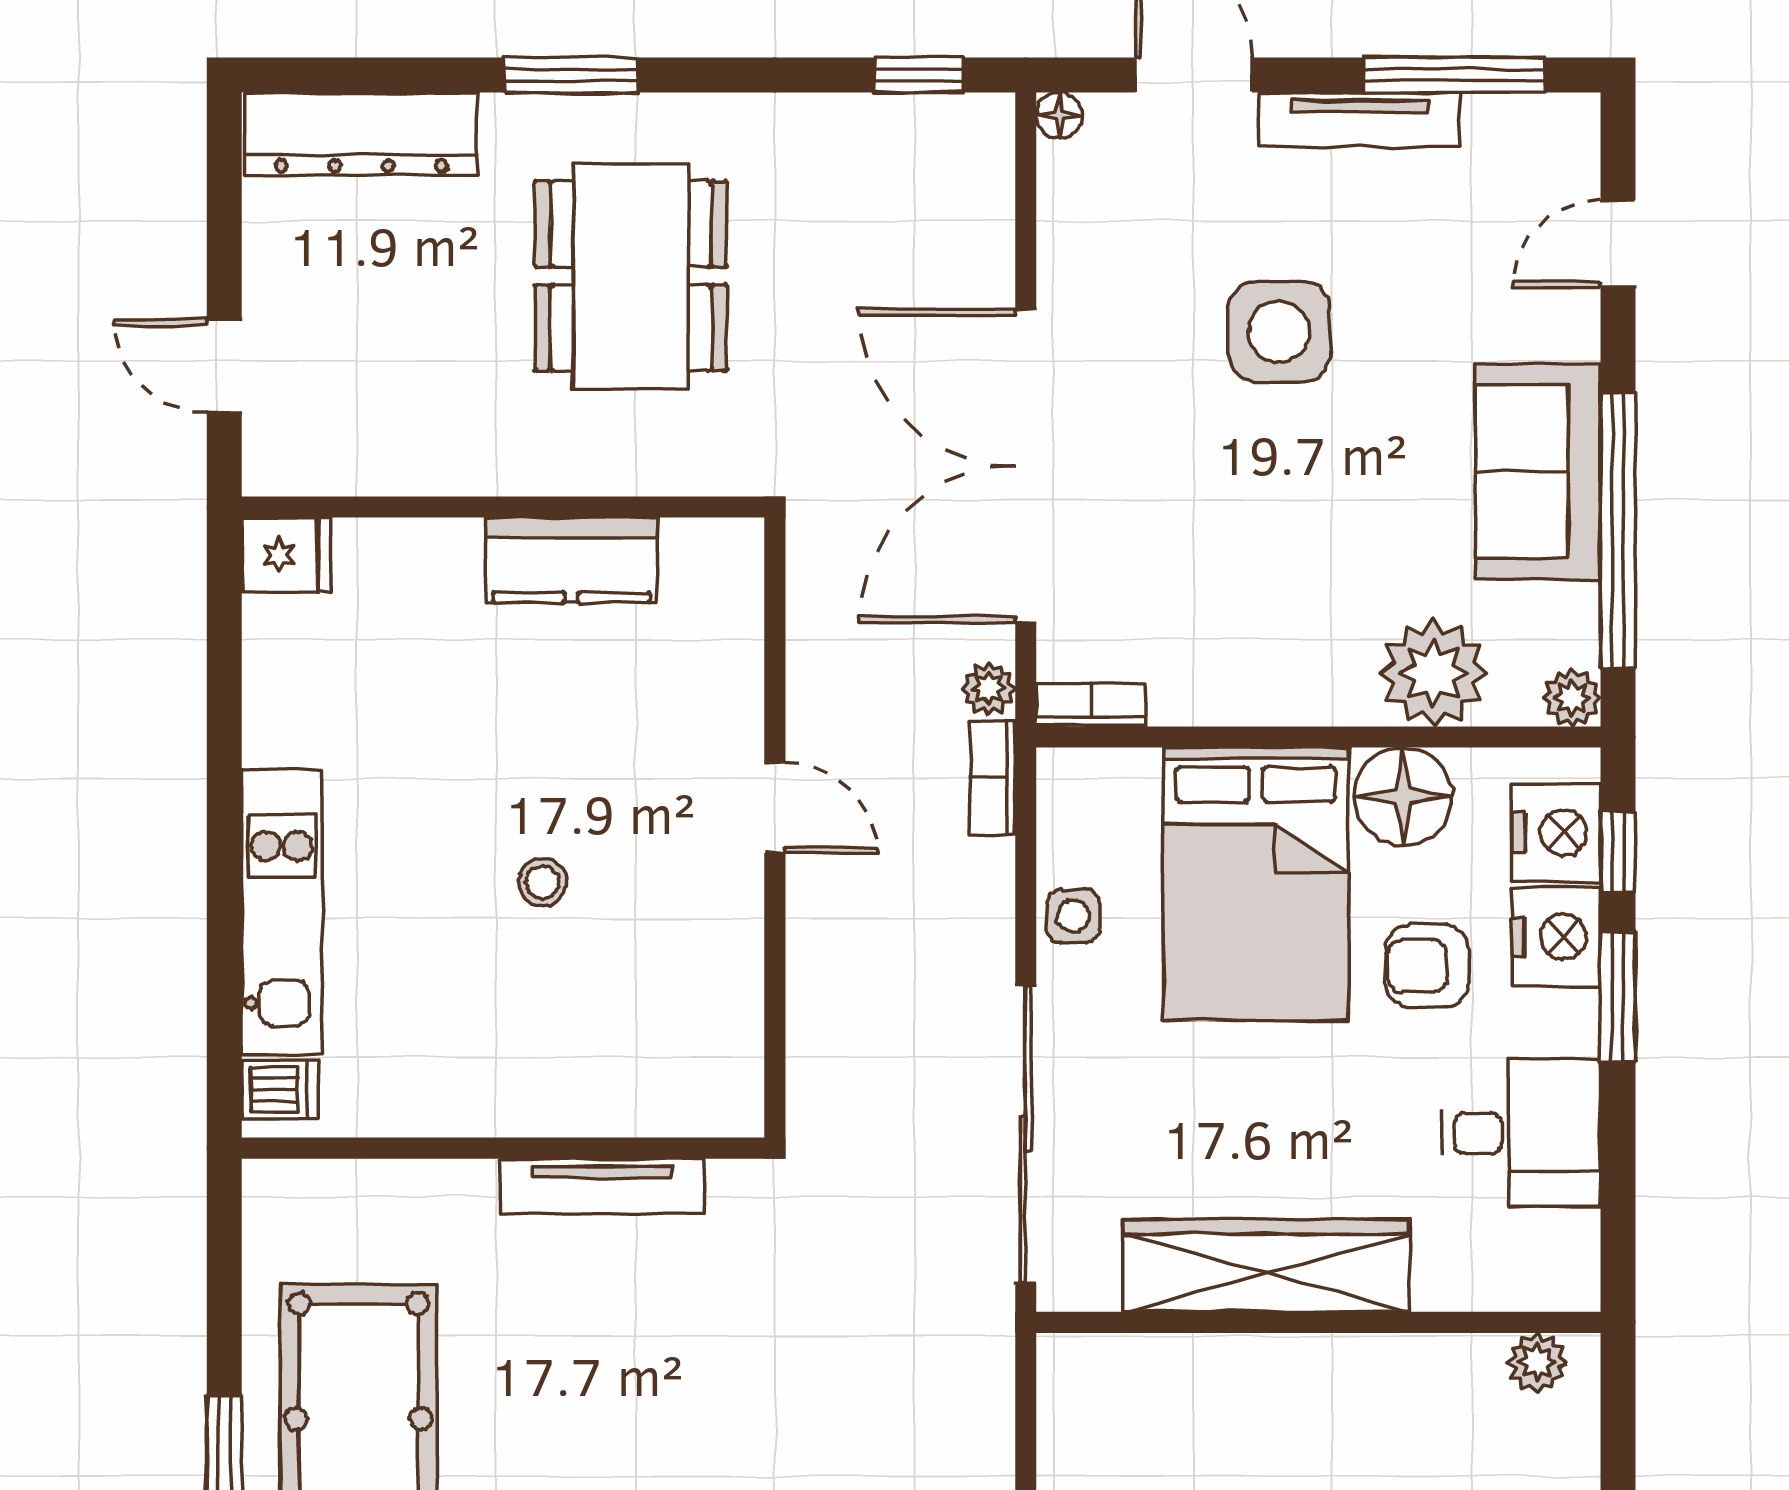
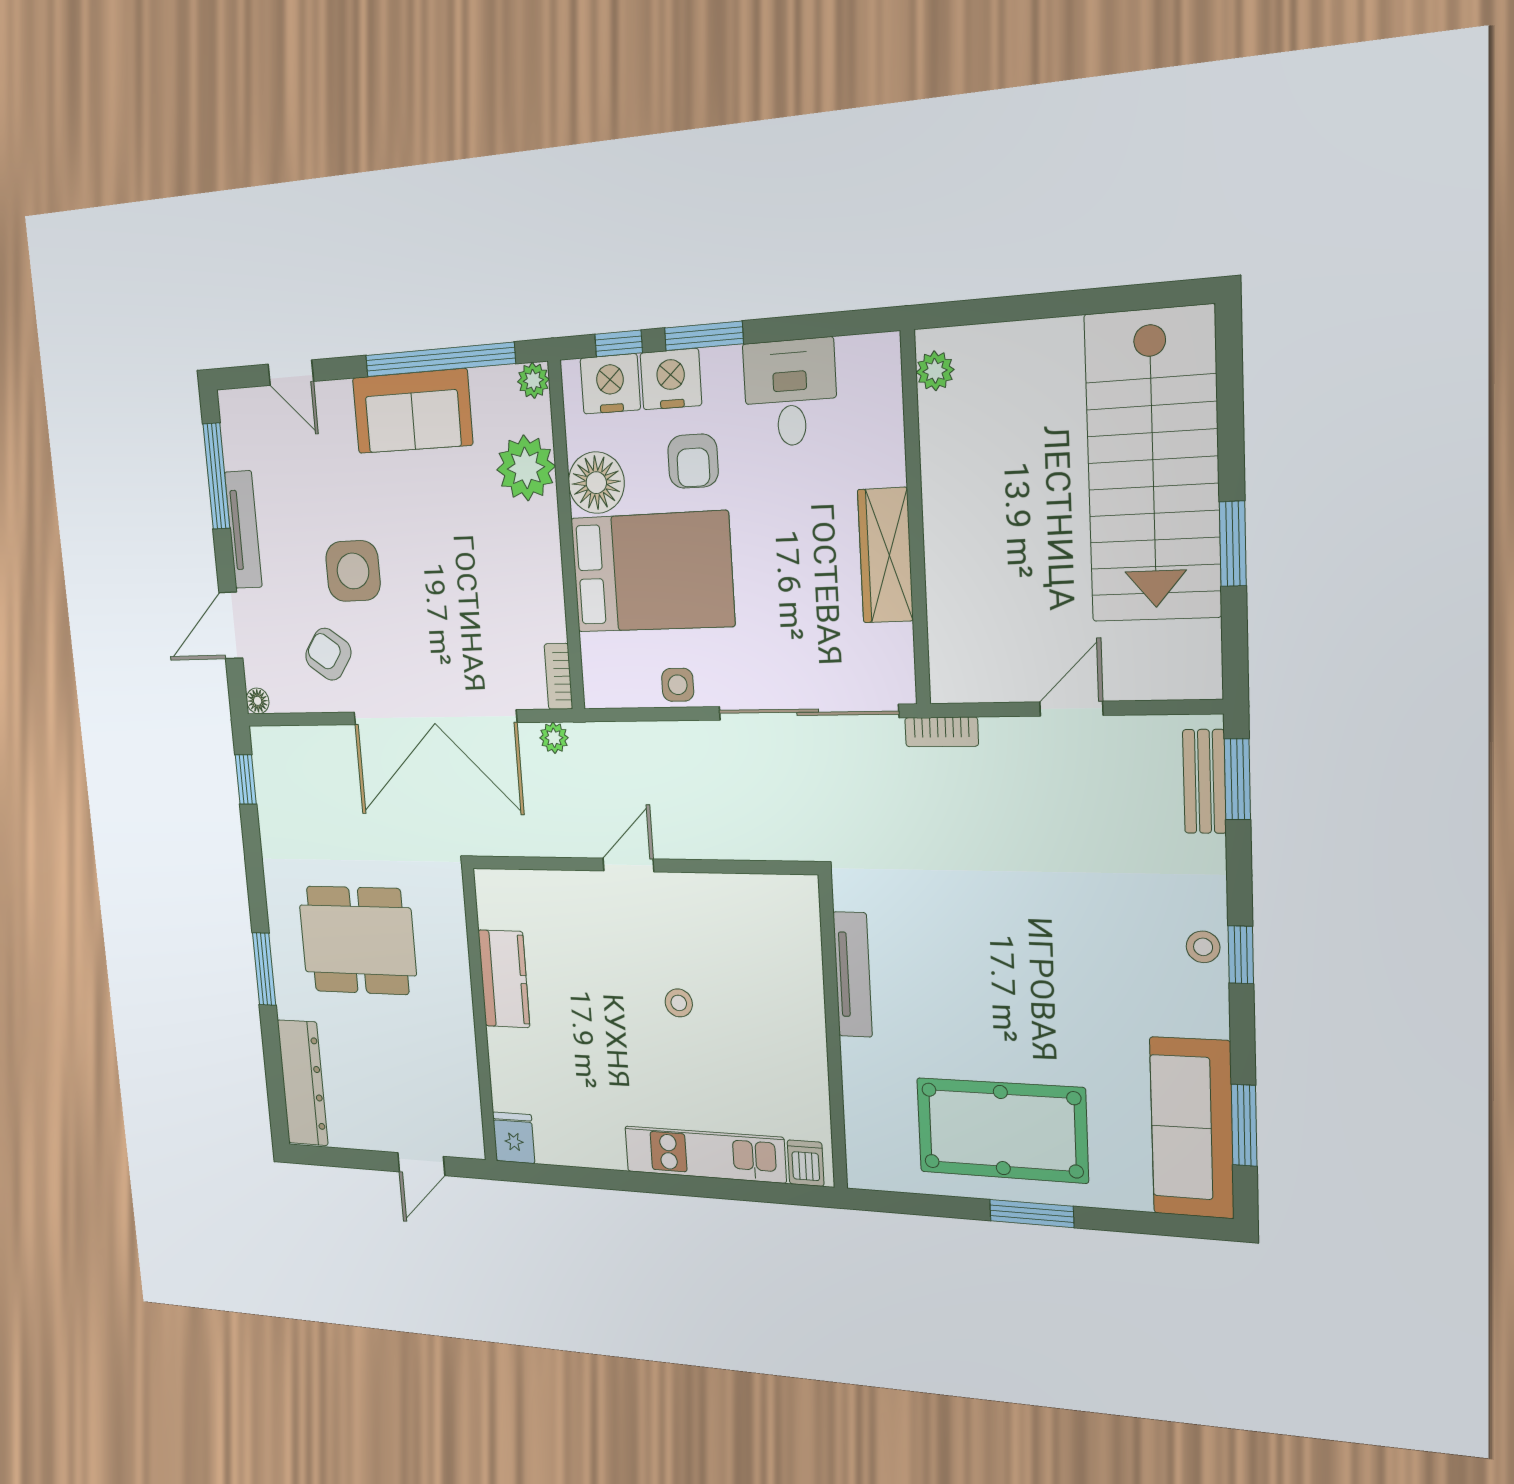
armchair: (1138, 268) -> (328, 654), added
bookcase: (992, 777) -> (942, 732), moved
wardrobe: (1266, 1266) -> (885, 555), width x0.71, depth x0.85

